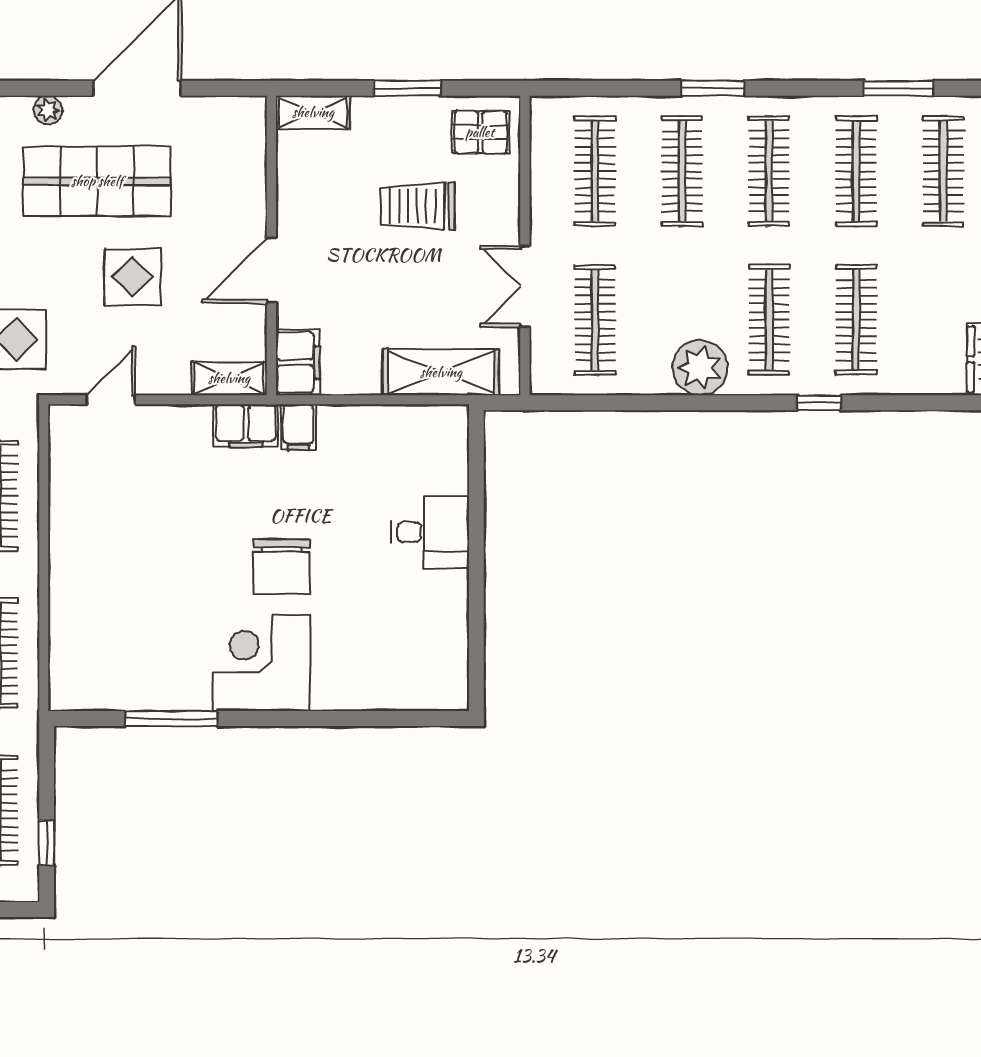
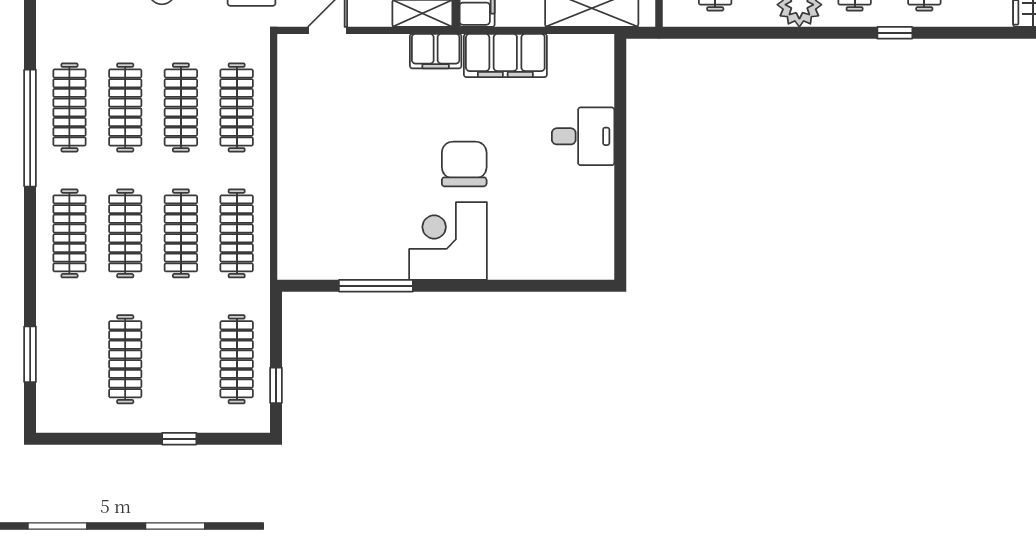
filing cabinet: (298, 427) -> (505, 55), width x3.00, depth x1.17
chair: (282, 567) -> (464, 164), turned 180

